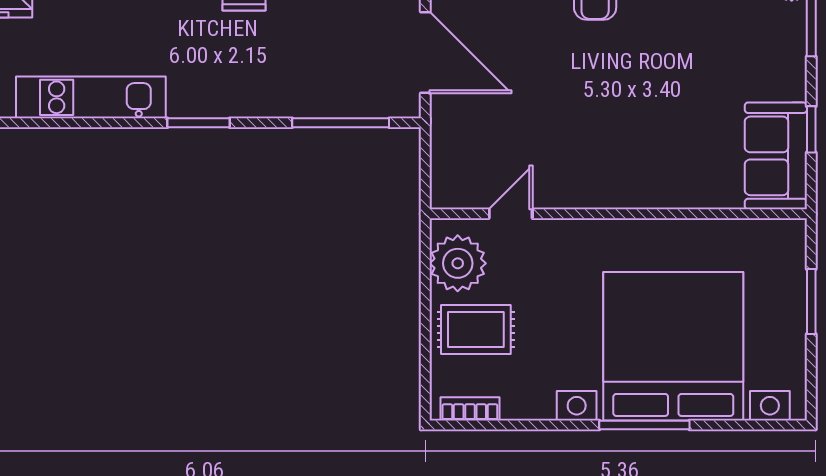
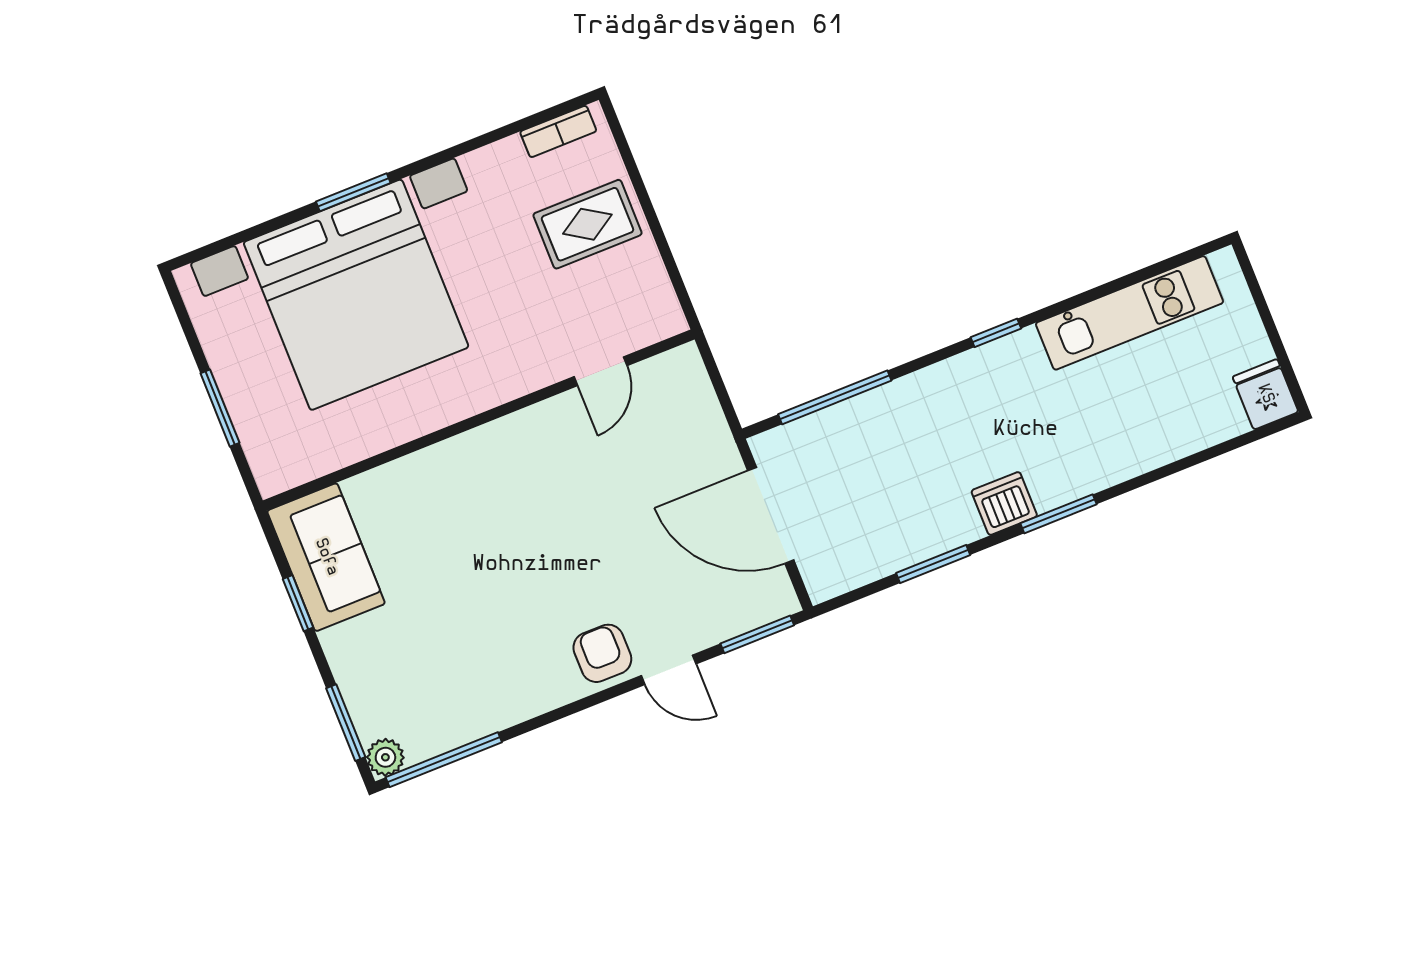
window: (199, 123) -> (996, 333), width x0.67
plant: (458, 263) -> (638, 291), removed
window: (644, 425) -> (353, 192), width x0.69

